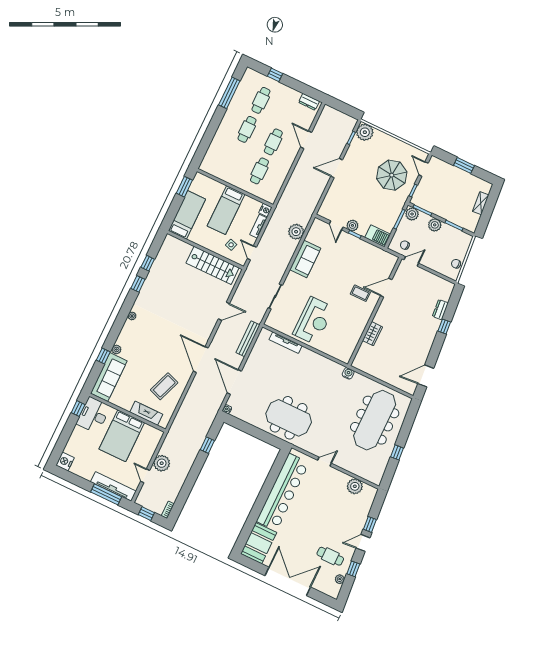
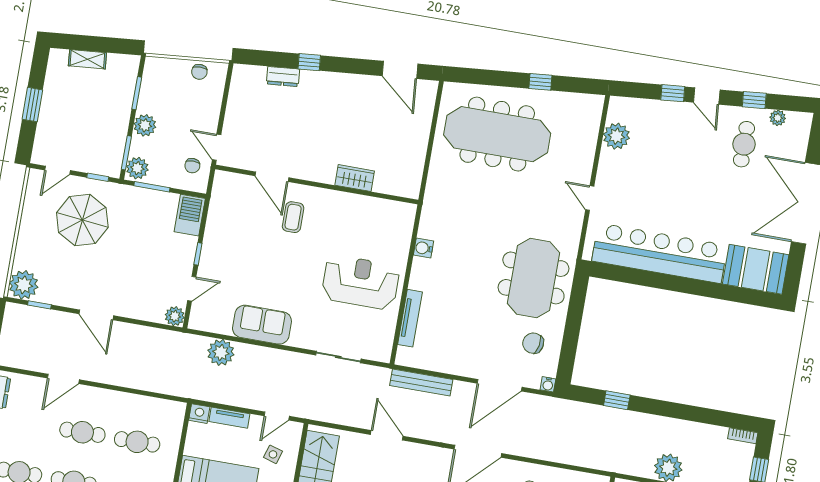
plant: (352, 225) -> (175, 316), moved
water cooler: (348, 373) -> (423, 248), moved
chair: (252, 407) -> (533, 343), added

